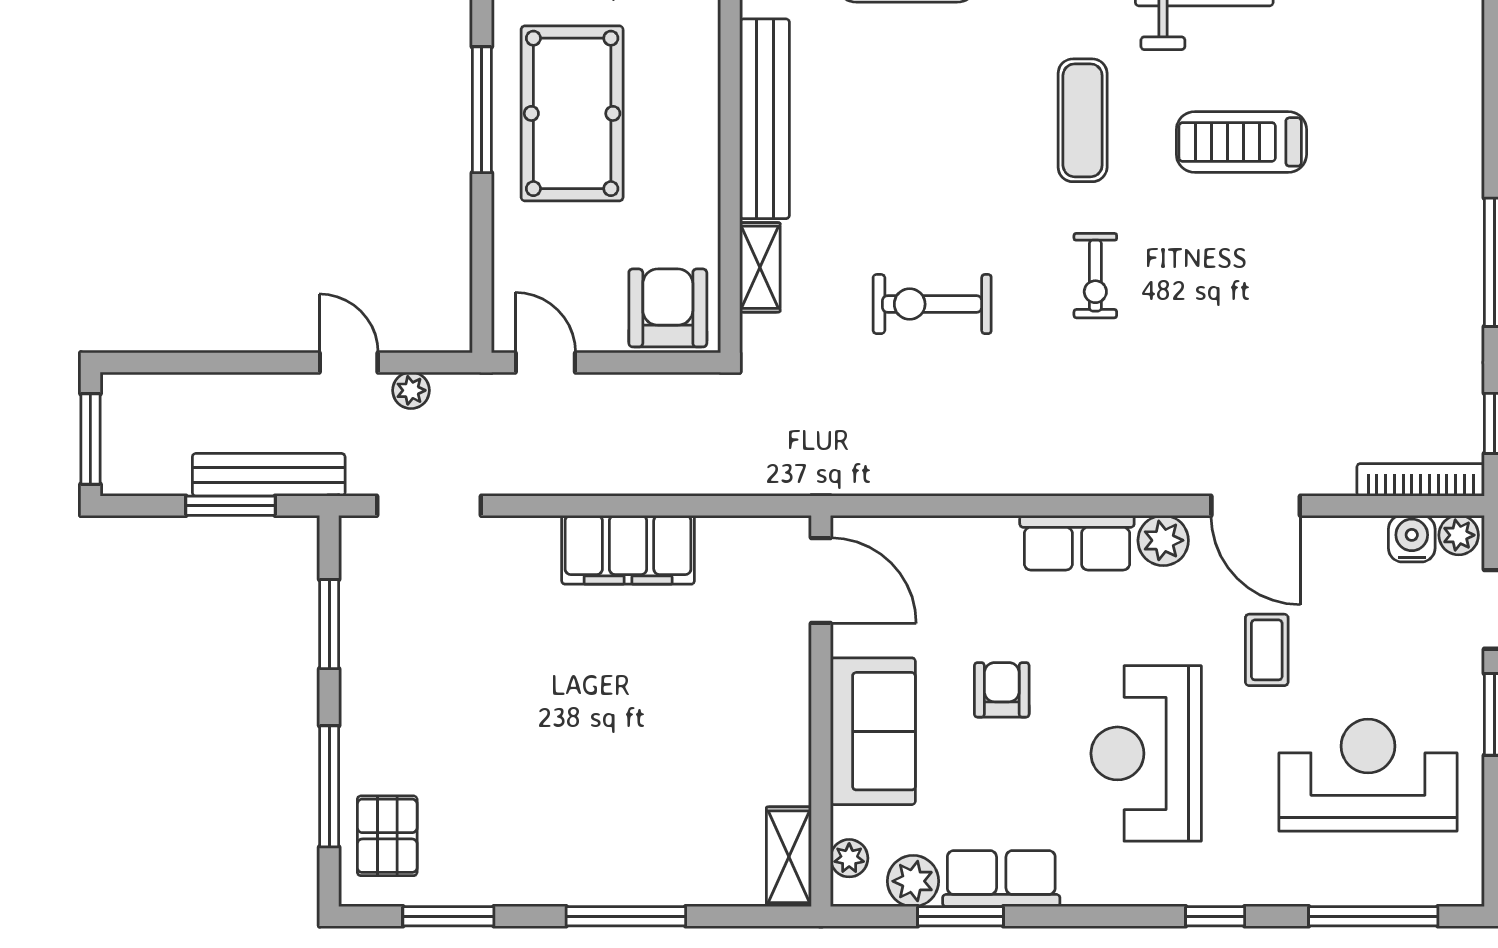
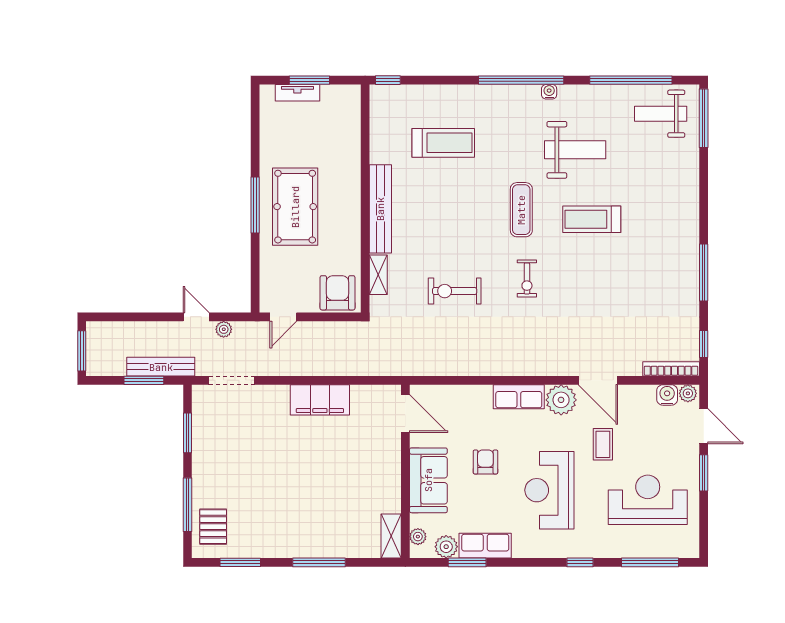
door: (545, 363) -> (283, 317), swing flipped
plant: (1163, 540) -> (561, 400), width x1.36, depth x1.36

